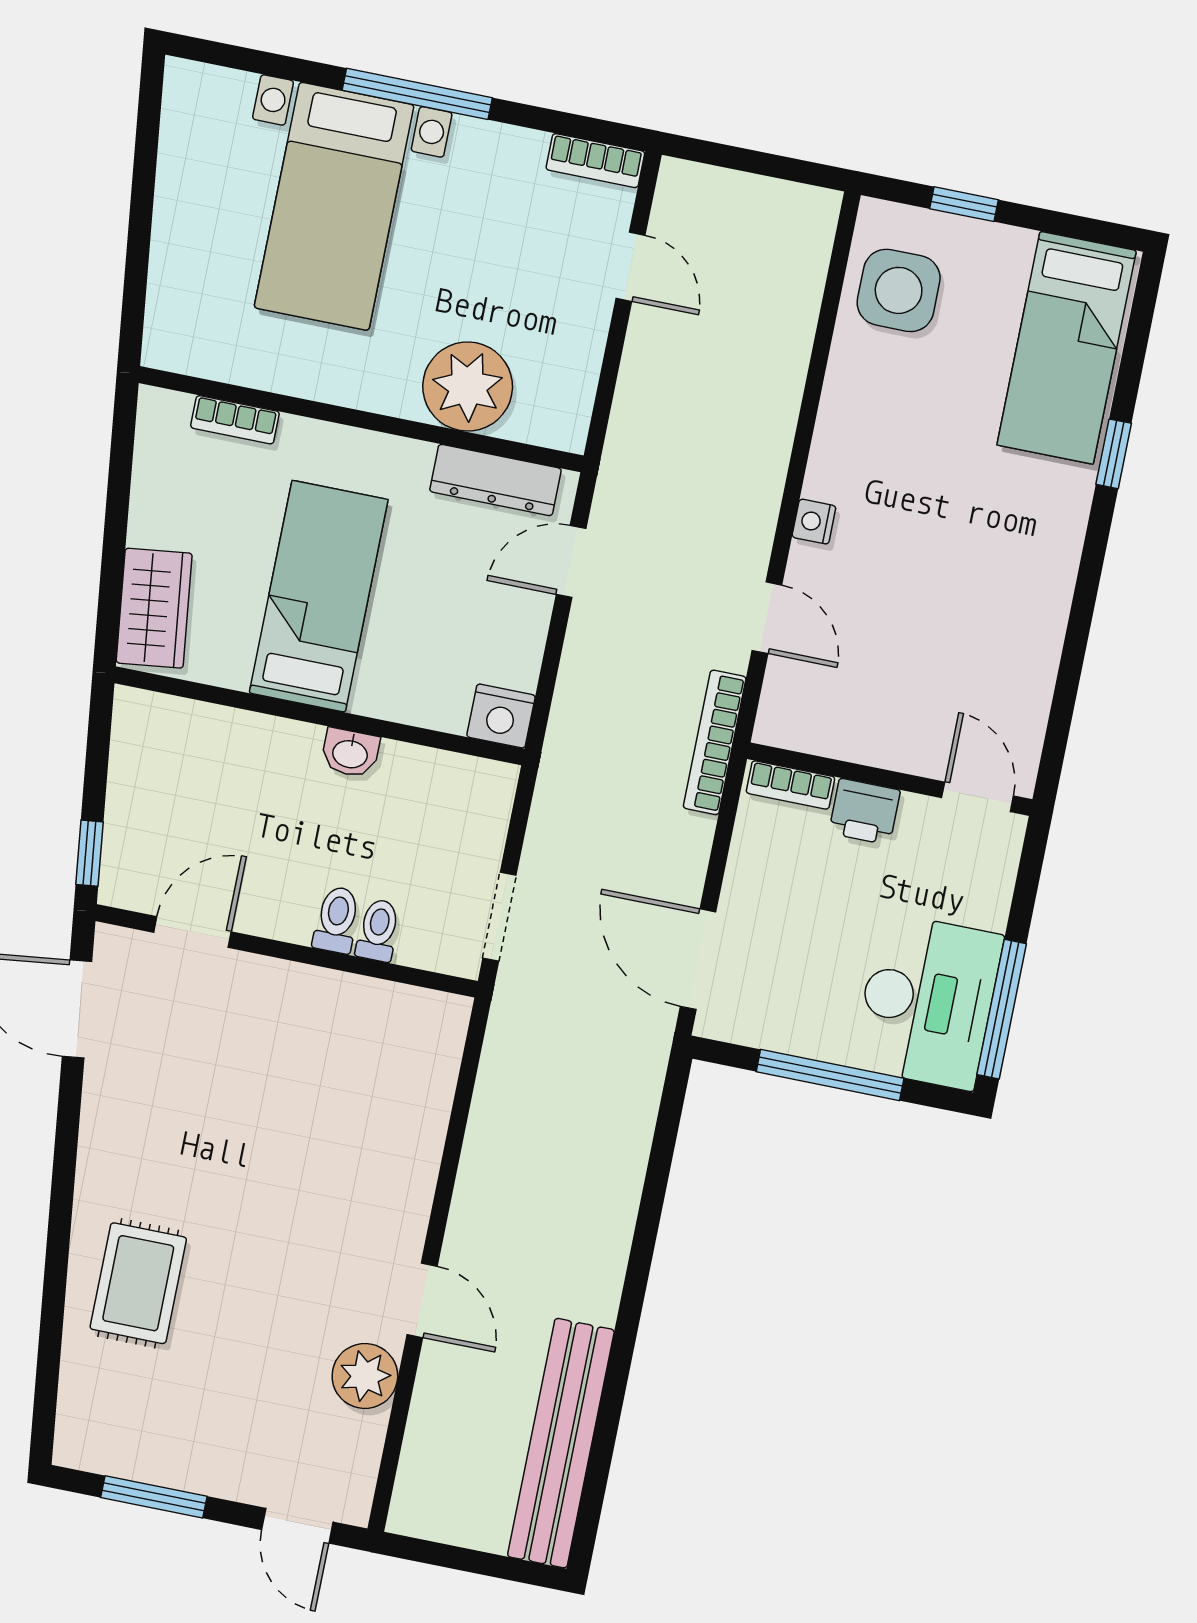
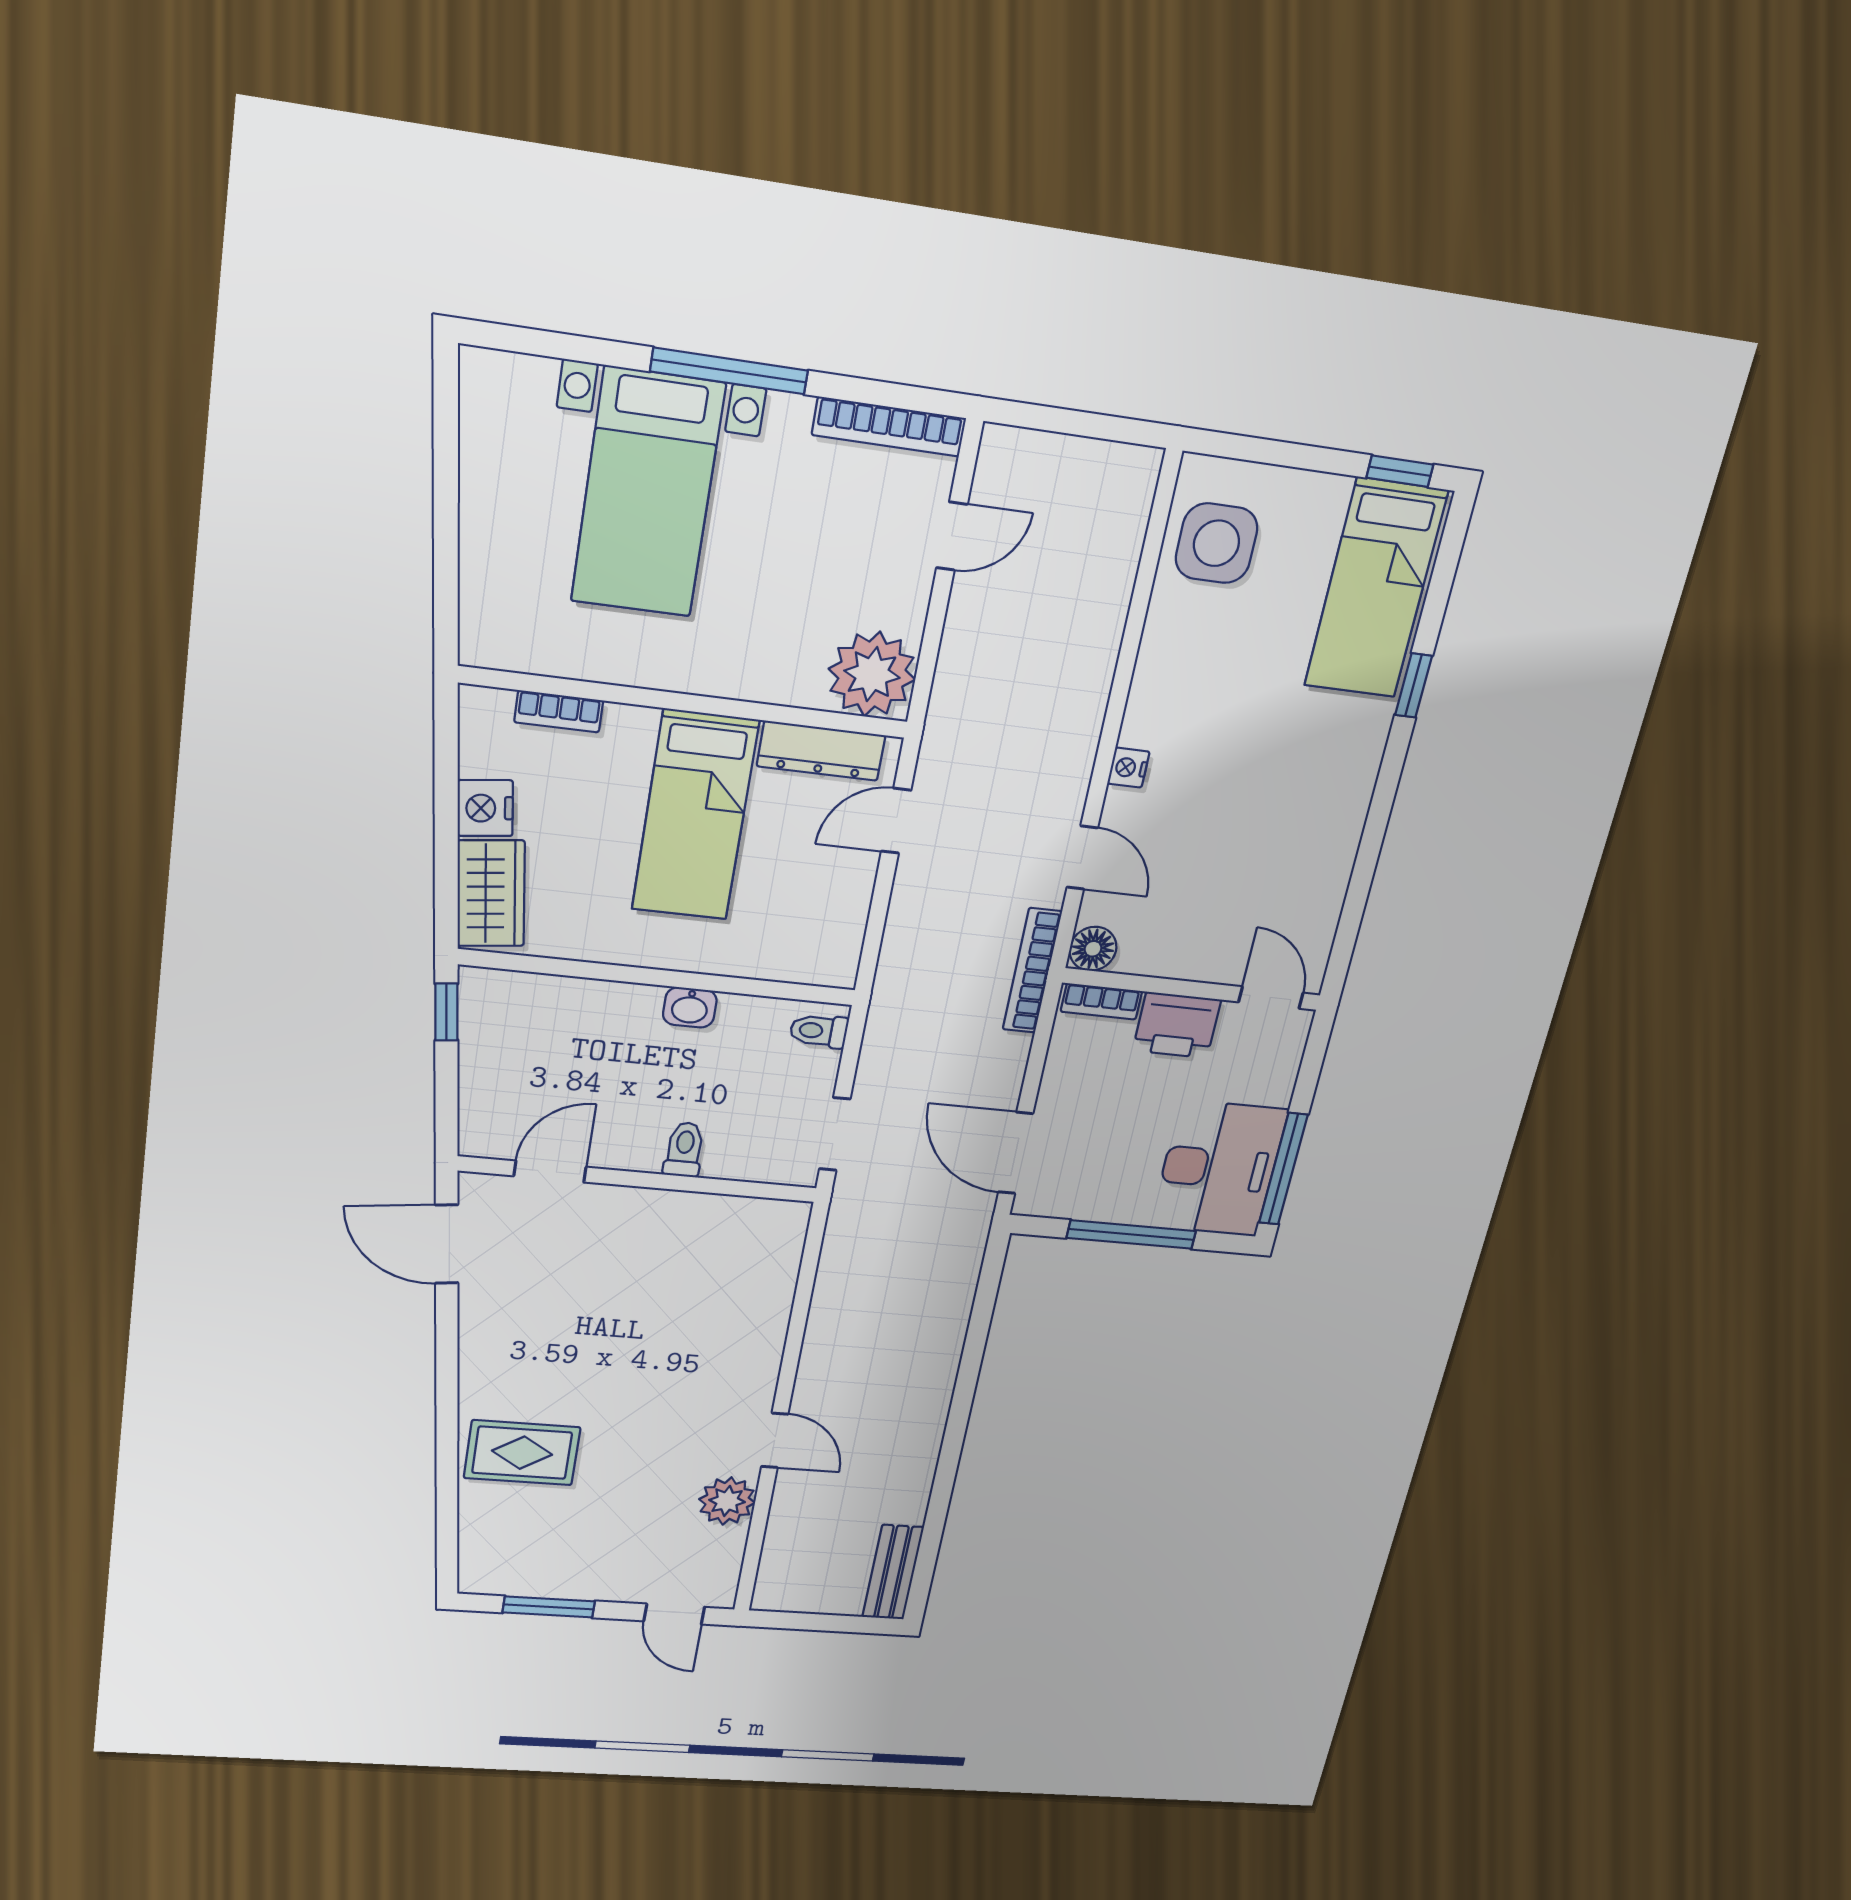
bookcase: (595, 161) -> (889, 427), width x1.56
window: (964, 204) -> (1400, 471), moved
door: (630, 267) -> (952, 536), hinge flipped
plant: (468, 387) -> (872, 674), moved
bed: (319, 596) -> (695, 815), moved, turned 180
nightstand: (501, 716) -> (485, 808), moved, turned 83
floor lamp: (780, 723) -> (1093, 949), added
printer: (865, 812) -> (1177, 1025), width x1.36, depth x1.24
window: (89, 853) -> (446, 1012), moved
toilet: (378, 930) -> (819, 1031), moved, turned -90
rug: (138, 1283) -> (522, 1453), turned 90
bench: (561, 1443) -> (893, 1572), width x0.54, depth x0.82

